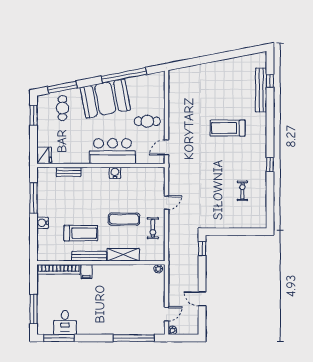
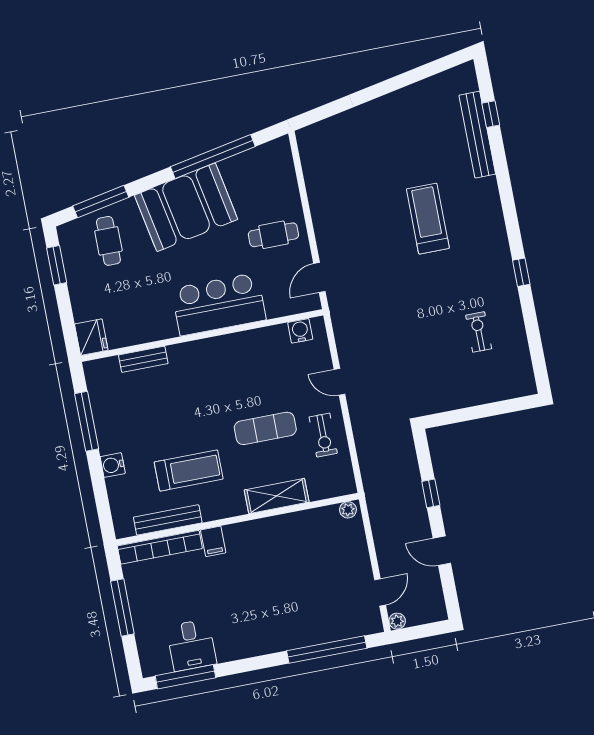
treadmill: (228, 128) -> (428, 219), turned 90
water cooler: (115, 173) -> (300, 331), moved
door: (166, 203) -> (340, 382), swing flipped
window: (202, 249) -> (431, 493), moved
bench: (89, 256) -> (168, 520), moved
window: (34, 309) -> (122, 608), moved

